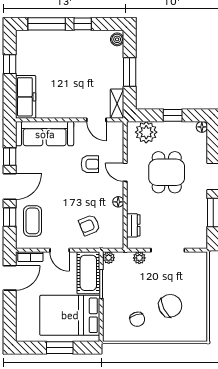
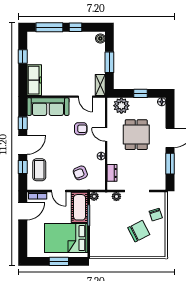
chair: (137, 319) -> (156, 215), moved

